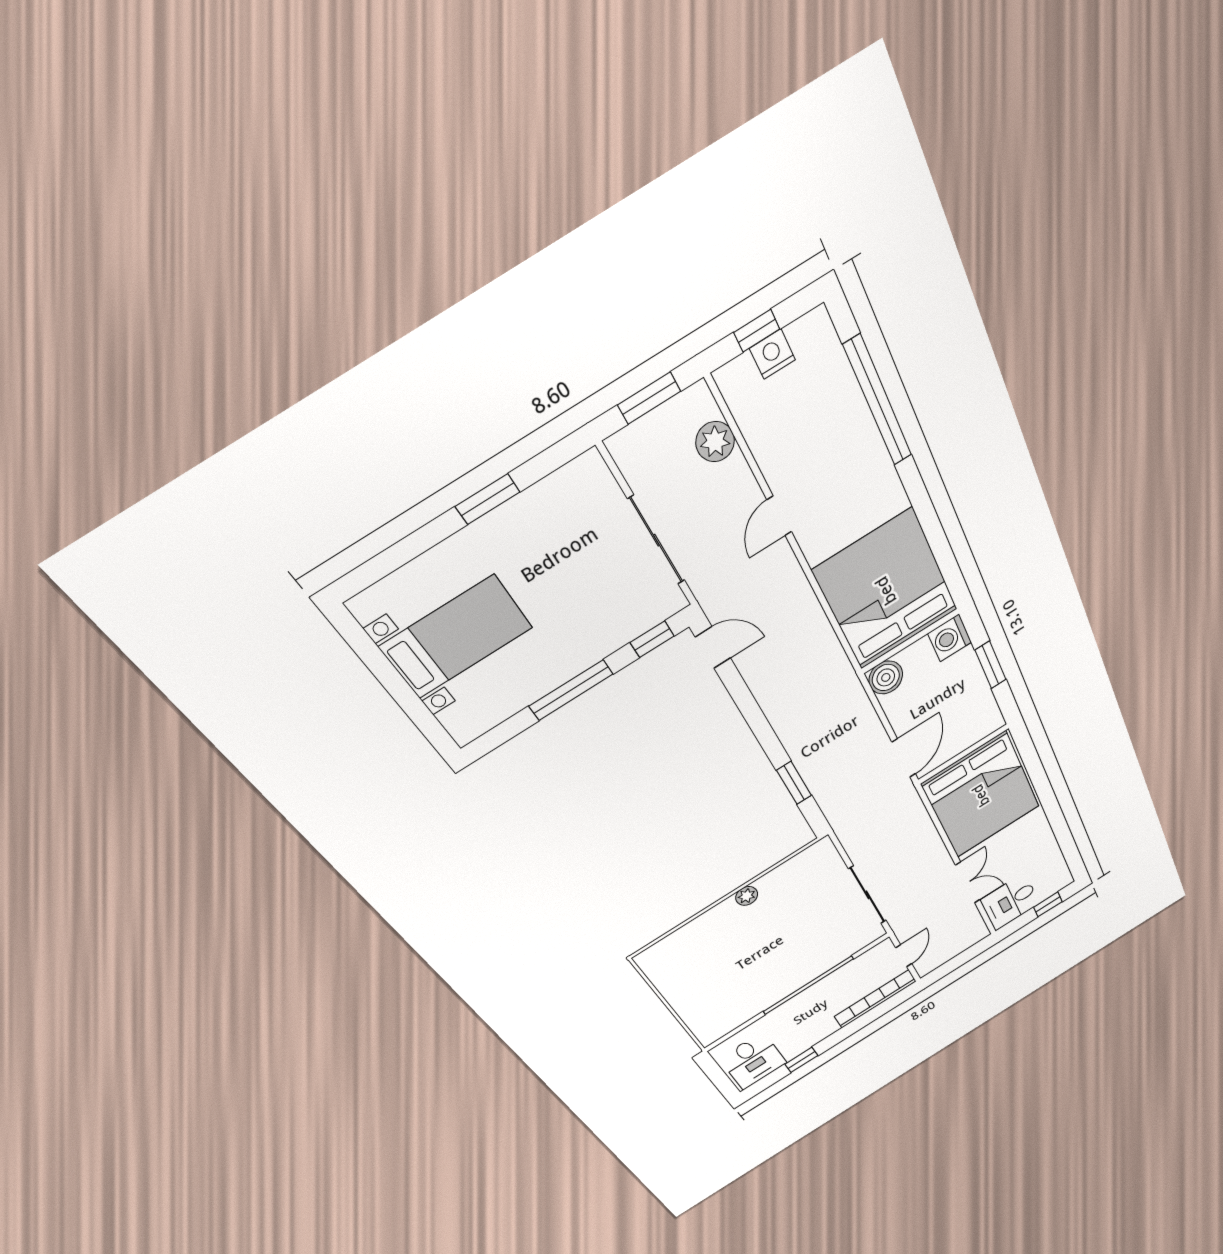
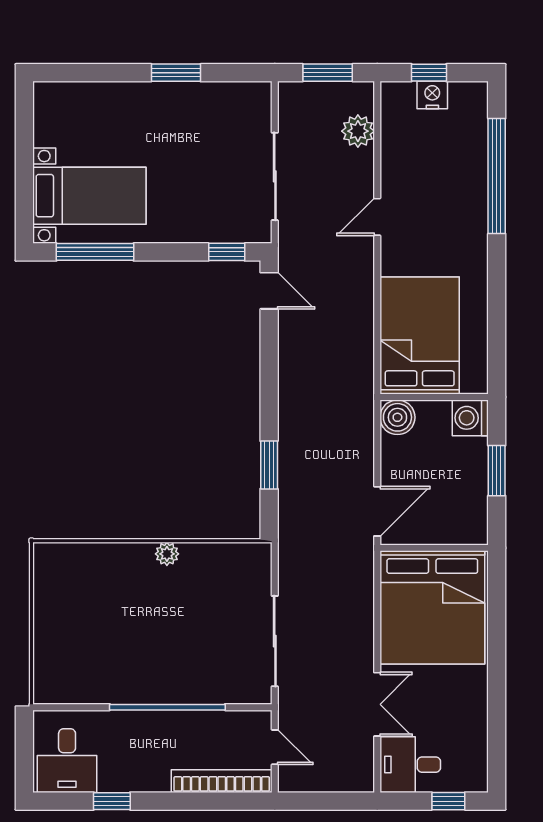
bed: (886, 590) -> (420, 336), width x0.73
bed with nightstands: (456, 637) -> (89, 196), moved
window: (571, 690) -> (95, 252), moved
door: (904, 956) -> (275, 747), hinge flipped

